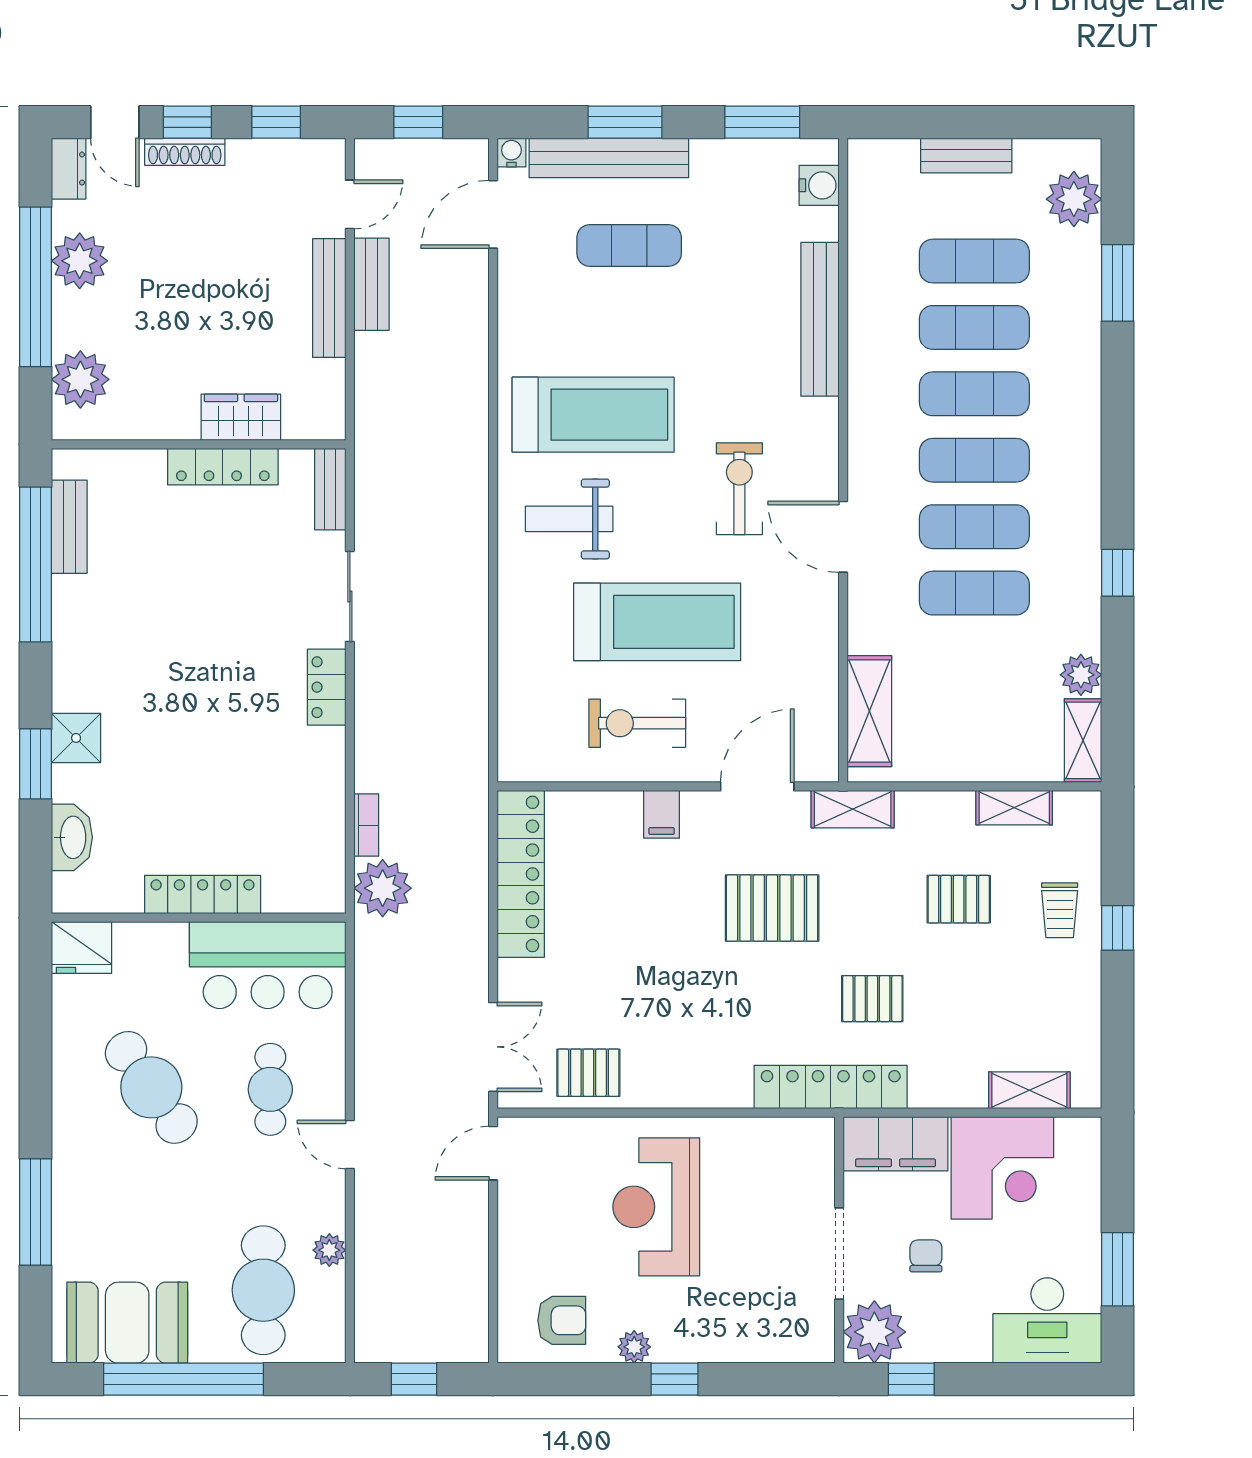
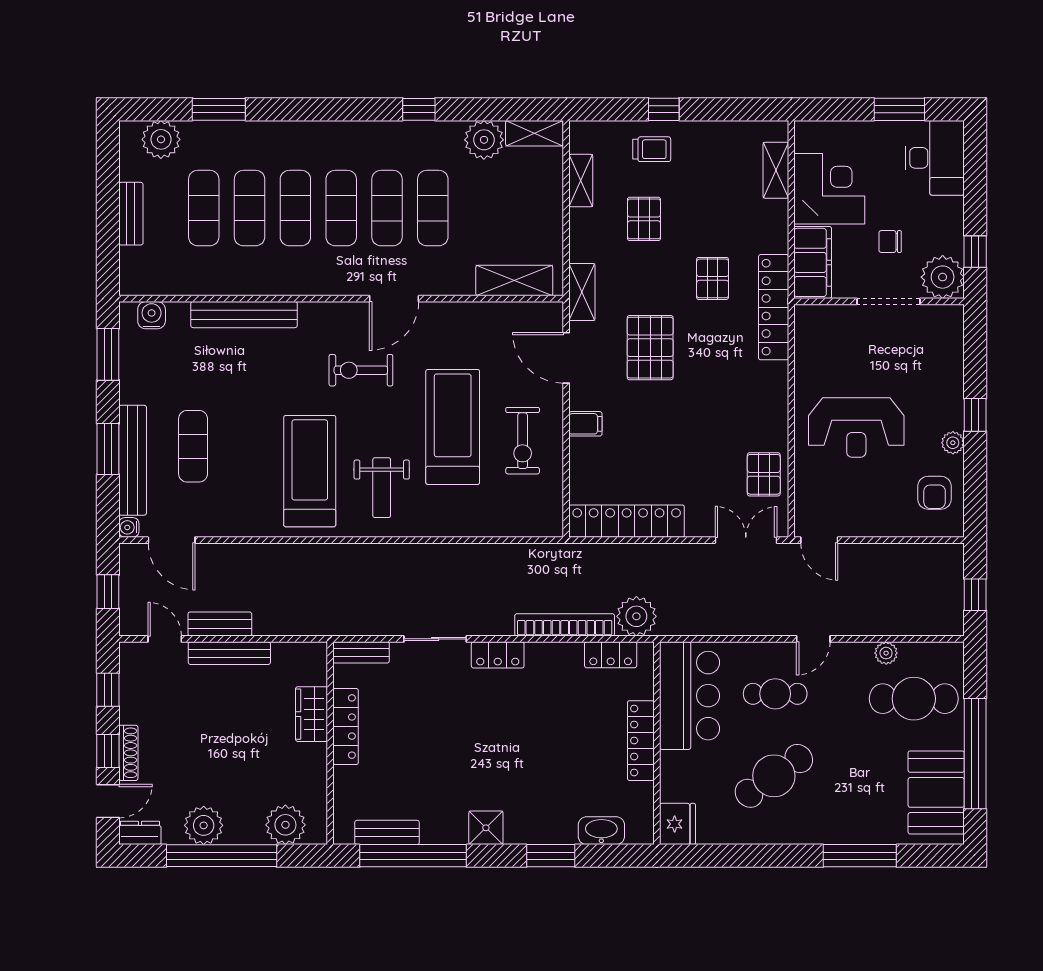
plant: (1081, 675) -> (484, 140), width x1.36, depth x1.36
shower: (76, 738) -> (486, 828), moved
bookcase: (366, 825) -> (565, 625), width x2.31, depth x1.31
locker: (327, 851) -> (611, 655), added
armchair: (562, 1320) -> (935, 493), turned 180

